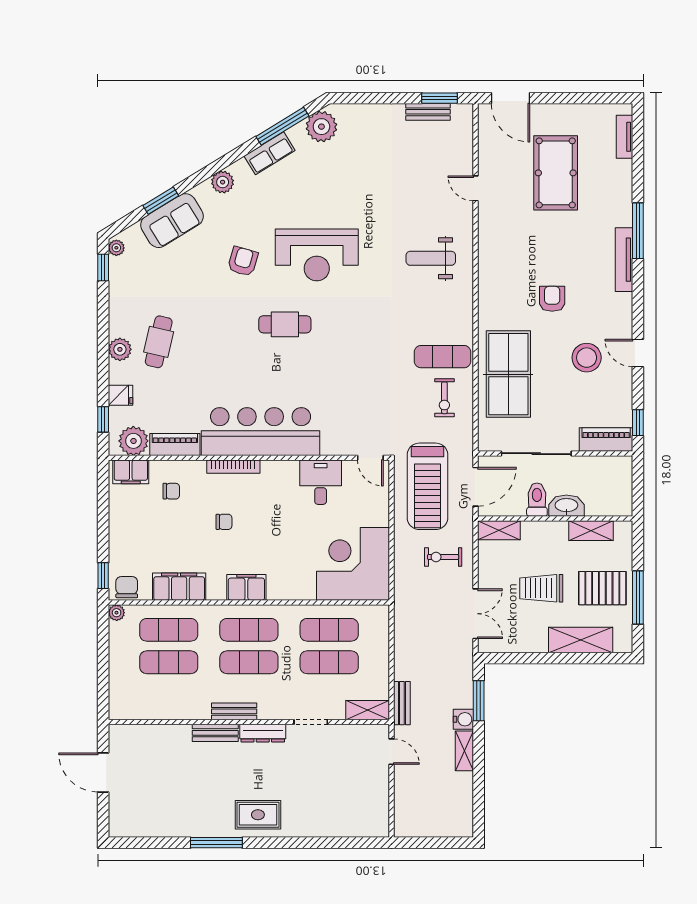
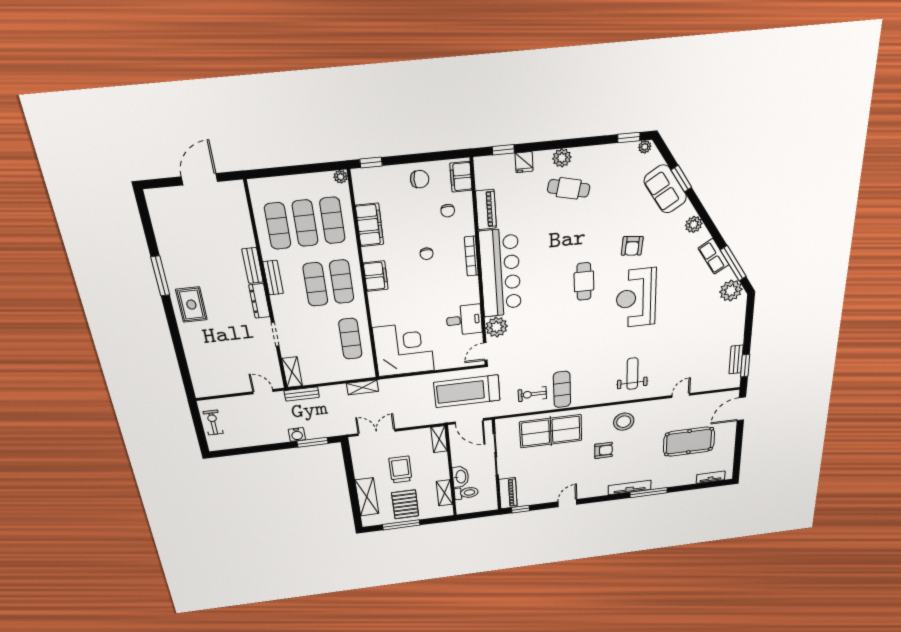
armchair: (243, 261) -> (632, 246), turned 80
stool: (587, 358) -> (624, 422), moved
plant: (133, 441) -> (496, 327), moved
toilet: (537, 500) -> (466, 493), moved
exercise bike: (443, 557) -> (213, 422), moved
chair: (127, 587) -> (420, 179), moved
double door: (475, 614) -> (377, 432), swing flipped
exercise mat: (329, 662) -> (278, 226), moved
shelving: (464, 751) -> (362, 387), moved
door: (392, 752) -> (263, 392), swing flipped

